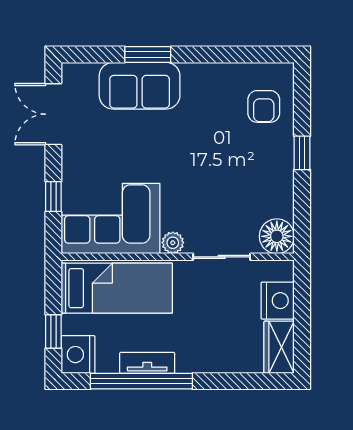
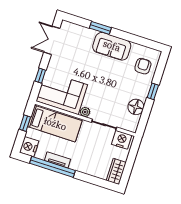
sofa: (140, 86) -> (112, 46), moved
armchair: (264, 106) -> (143, 66), turned 180
floor lamp: (277, 236) -> (136, 107), moved
nightstand: (278, 301) -> (122, 140), moved, turned -90
window: (53, 331) -> (25, 123), moved

